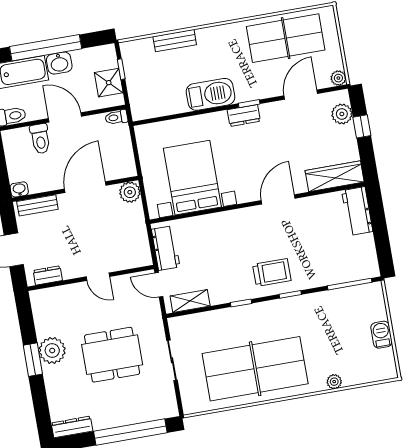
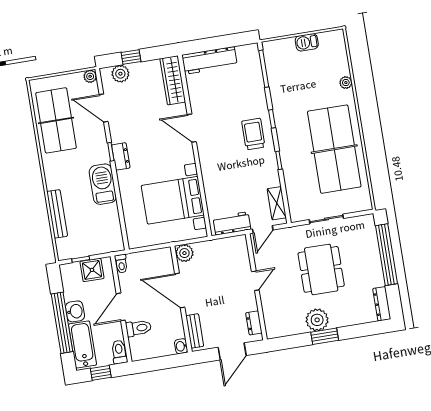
bench: (175, 41) -> (57, 214), width x1.36
workbench: (357, 211) -> (209, 60), width x1.38

